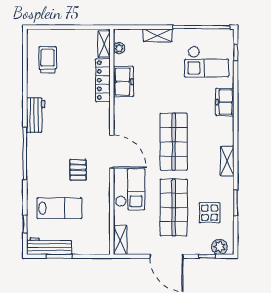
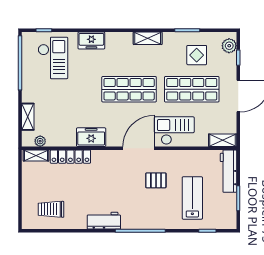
shelving: (158, 35) -> (28, 117), moved
freezer: (123, 82) -> (91, 137), moved
workbench: (49, 246) -> (229, 171), moved

